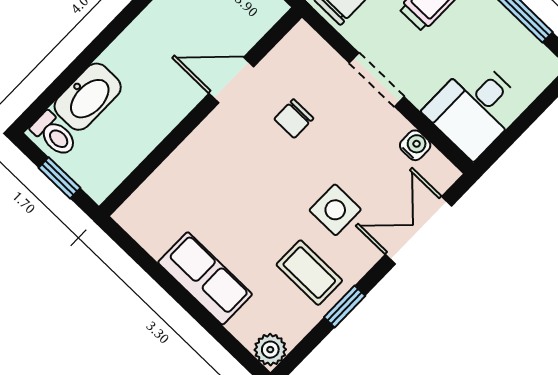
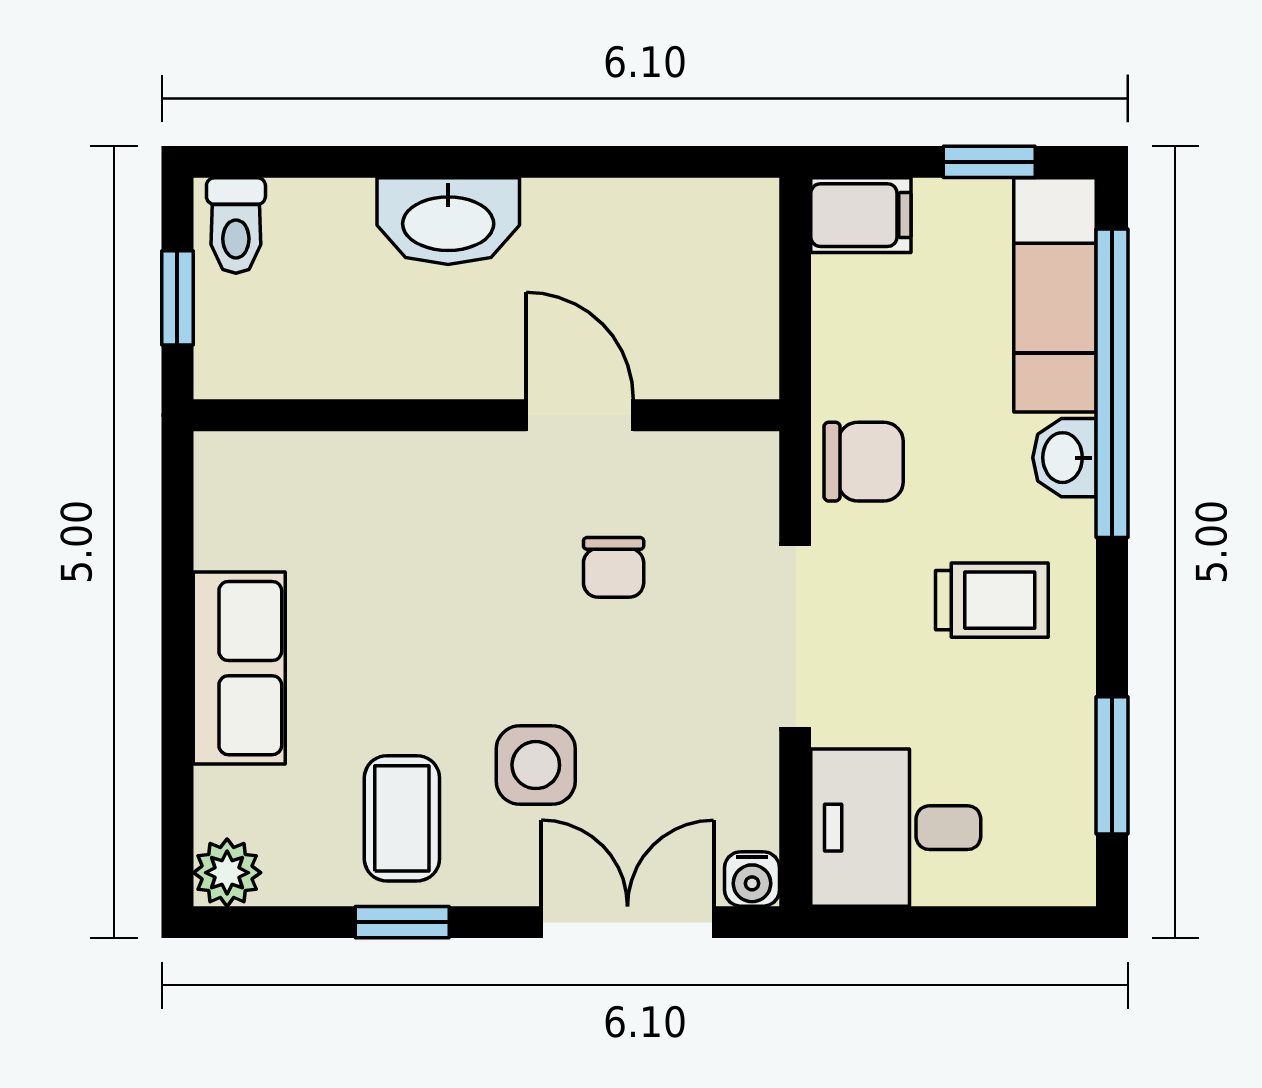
doorway: (377, 80) -> (795, 636), width x1.38
washbasin: (88, 97) -> (448, 221), moved
chair: (294, 119) -> (614, 567), turned -90
water cooler: (415, 145) -> (752, 879), moved, turned 90

